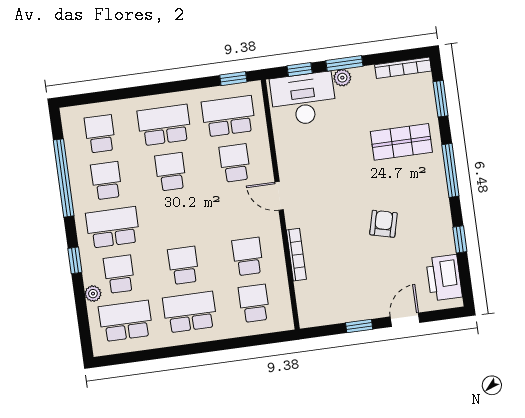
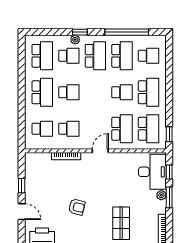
school desk: (235, 163) -> (122, 129), width x1.85
school desk: (106, 181) -> (122, 56), width x1.85
plant: (93, 294) -> (75, 40), moved

